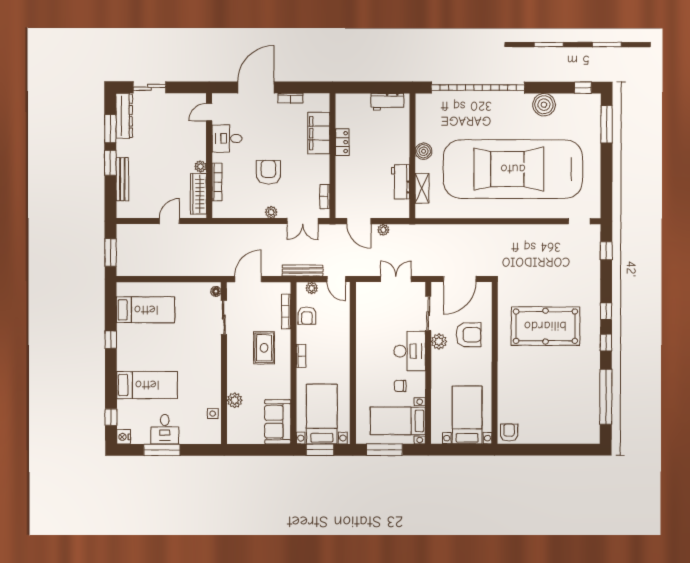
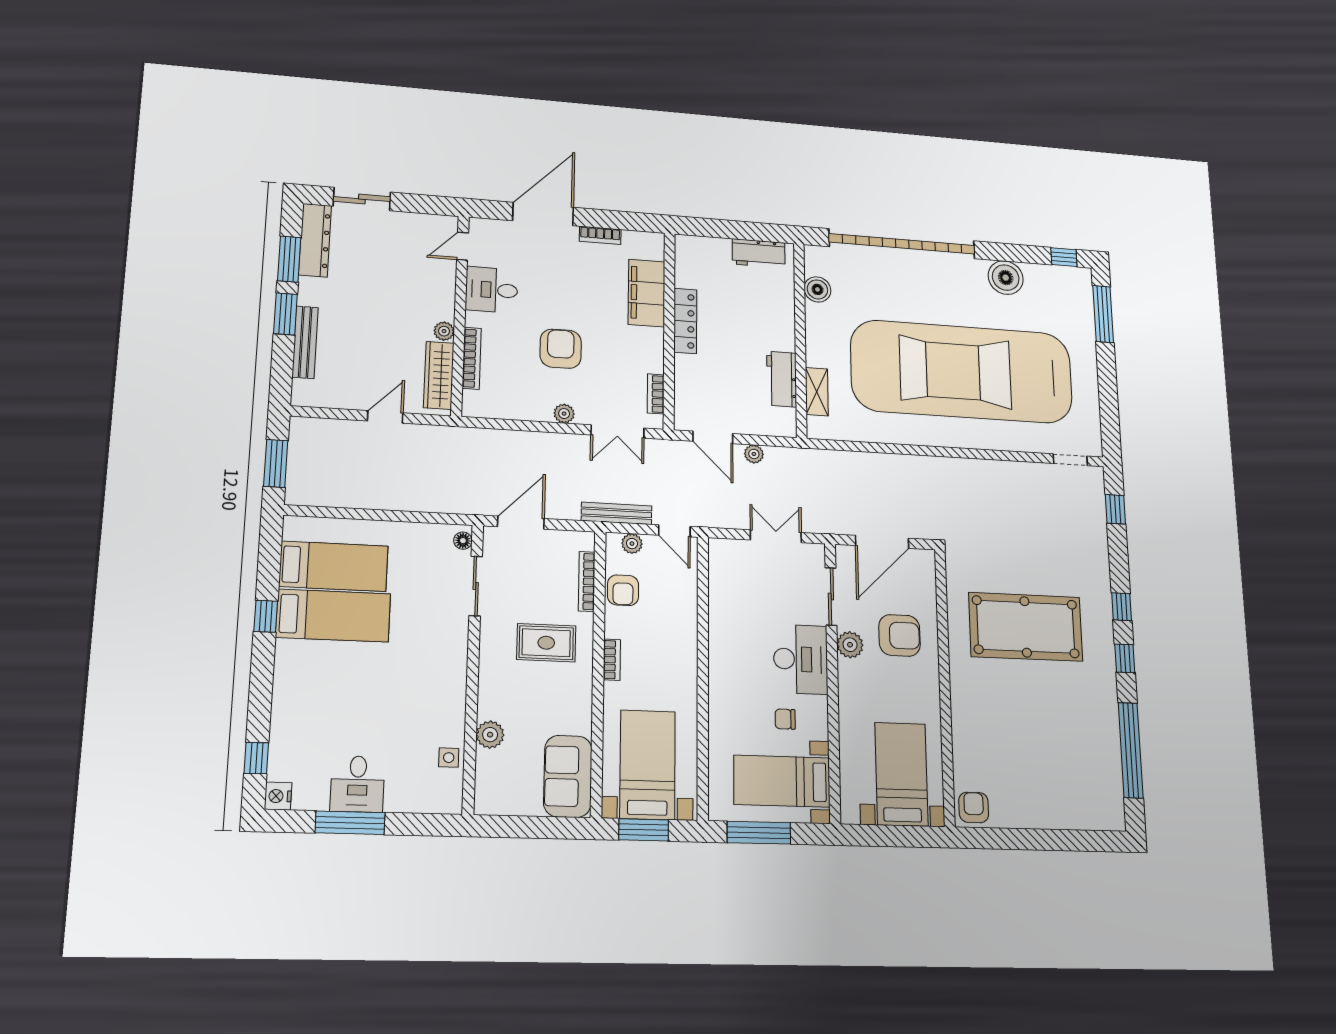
locker: (342, 142) -> (685, 321), width x1.53
boiler: (424, 151) -> (817, 289), moved
rug: (264, 348) -> (546, 643), turned 90
bed: (147, 385) -> (333, 616), moved

